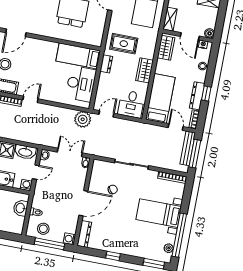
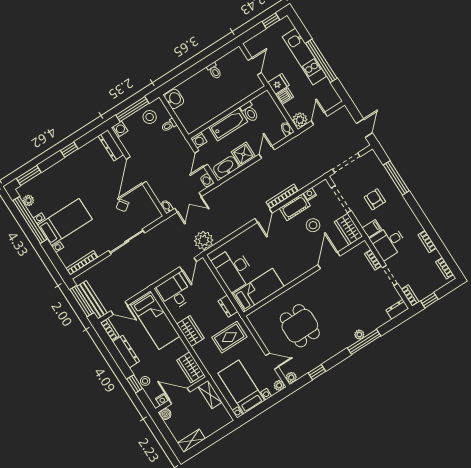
window: (206, 94) -> (135, 384), moved
washbasin: (21, 208) -> (174, 99), moved

